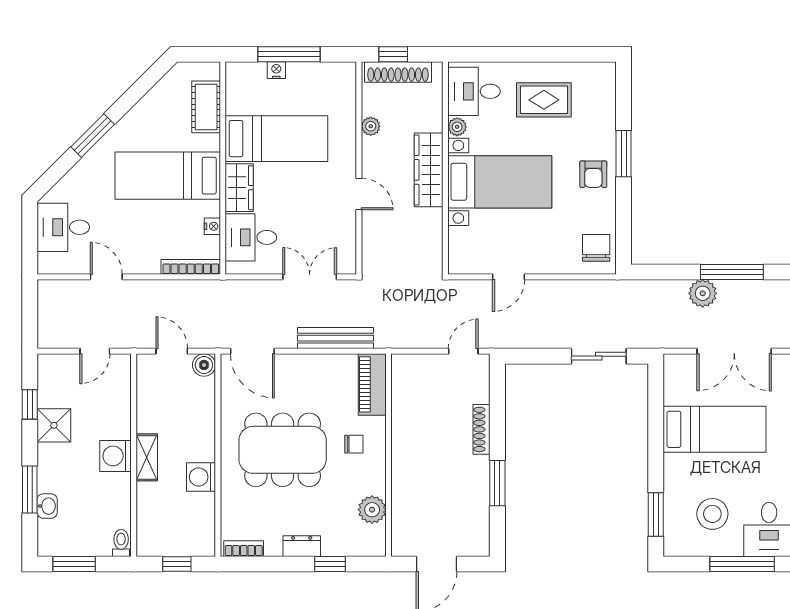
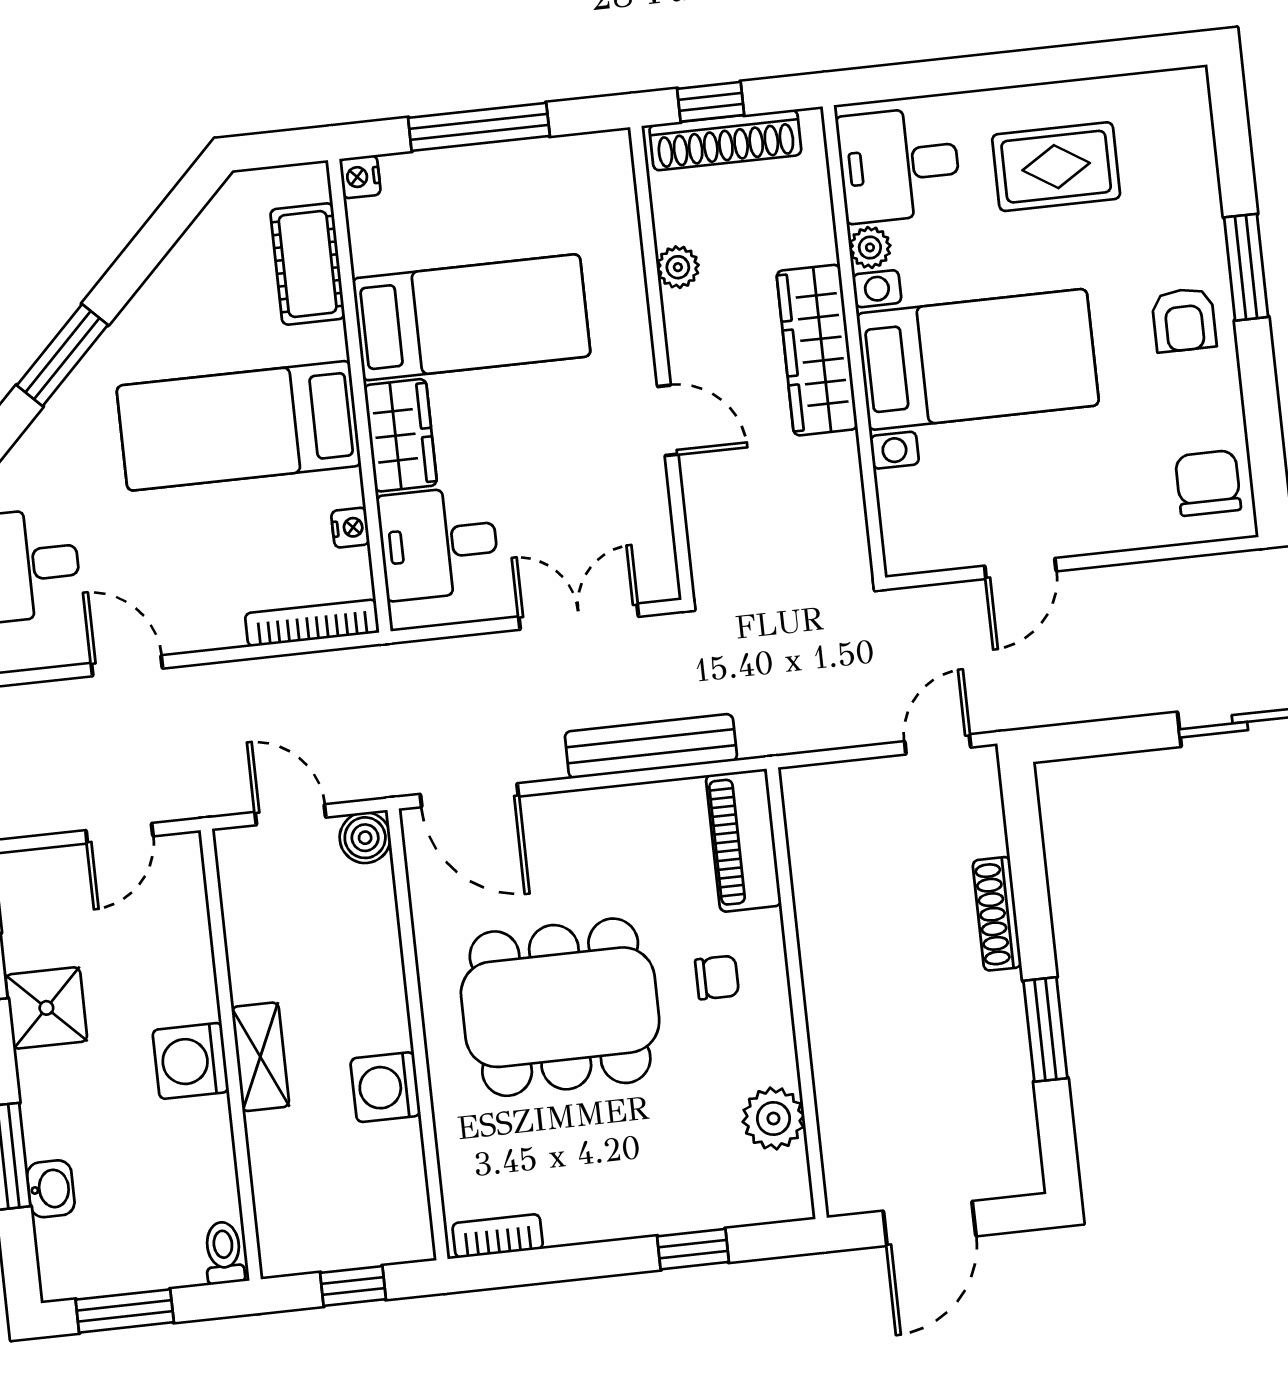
nightstand: (276, 70) -> (360, 177), moved, turned -90
dresser: (302, 546) -> (626, 1216), removed

